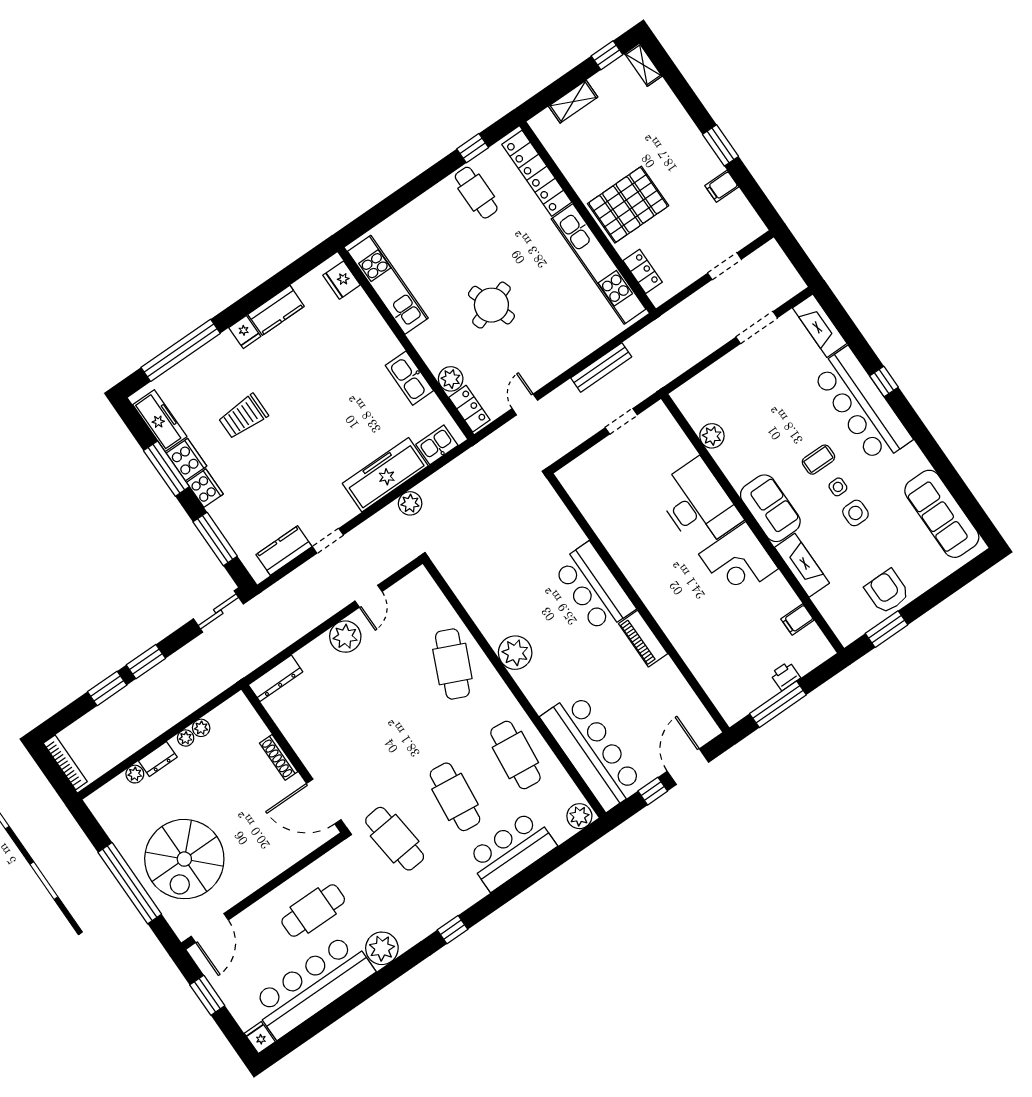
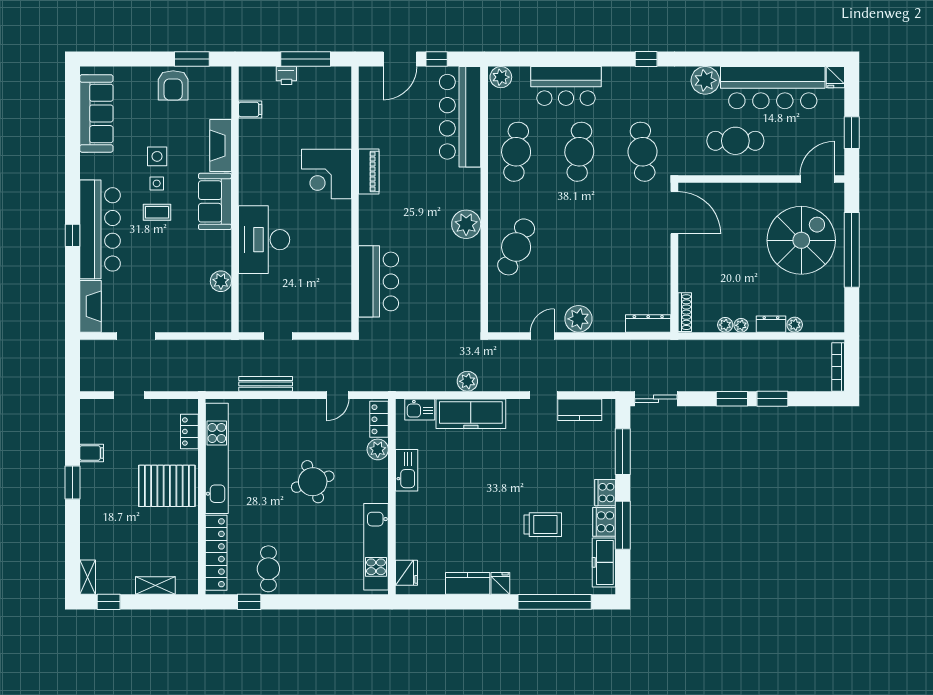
corner desk: (739, 561) -> (326, 174), moved, turned 180
bar counter: (594, 588) -> (379, 281), moved
shoe rack: (279, 757) -> (685, 312), moved

